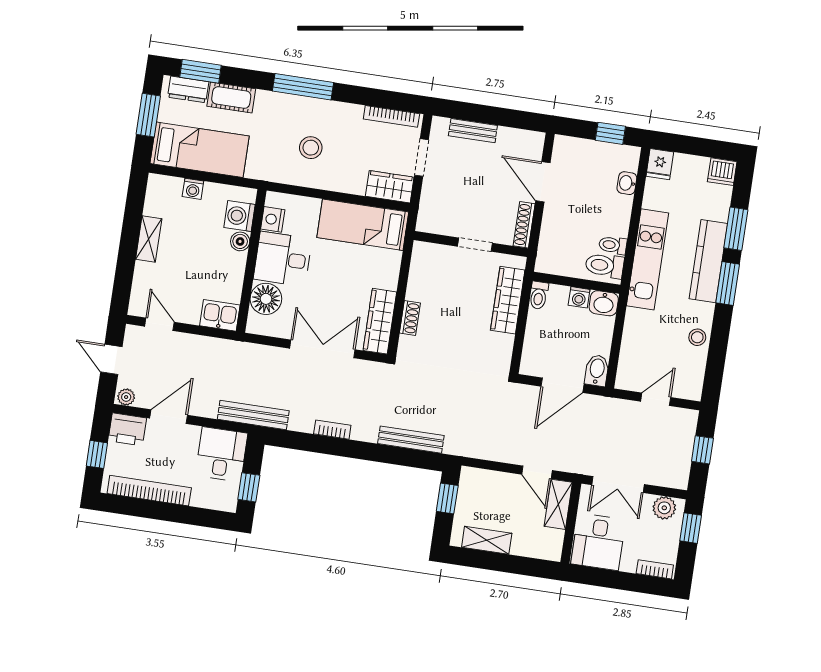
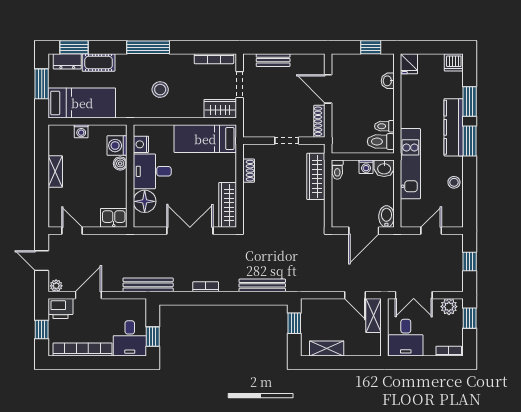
kitchen unit: (647, 259) -> (410, 164), moved
shoe rack: (410, 318) -> (249, 171), moved
desk: (221, 454) -> (130, 338), moved, turned 180

